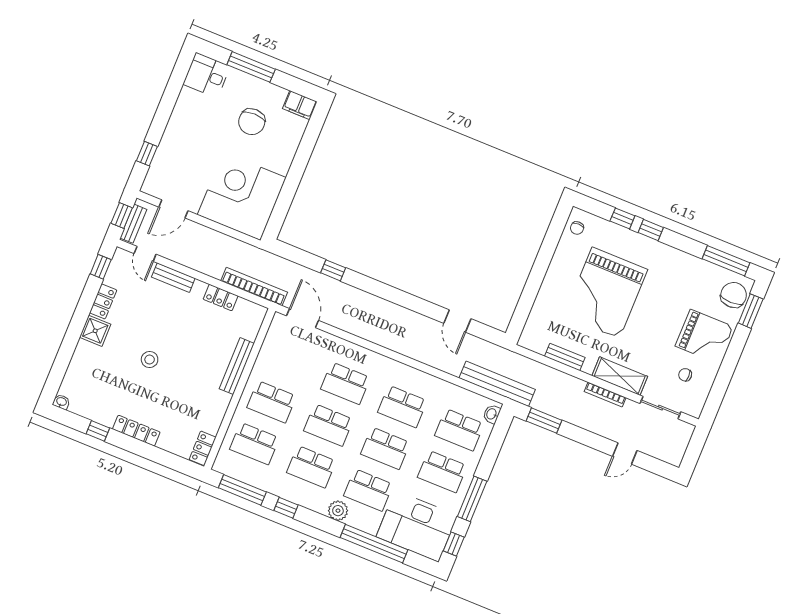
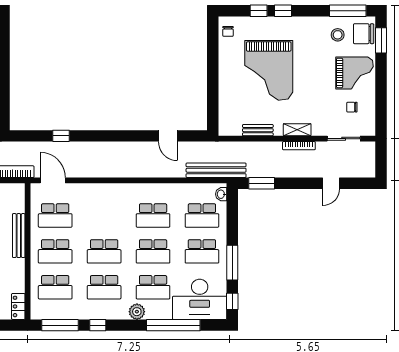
stool: (703, 284) -> (338, 35), added
chair: (734, 295) -> (364, 34), turned -90
shelving: (620, 376) -> (297, 130), width x0.67, depth x0.75
school desk: (346, 383) -> (55, 215), moved

